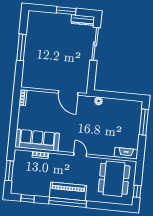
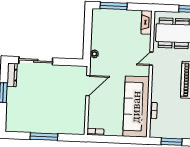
sofa: (37, 140) -> (136, 107), width x1.36, depth x1.27
door: (80, 155) -> (151, 59), moved

